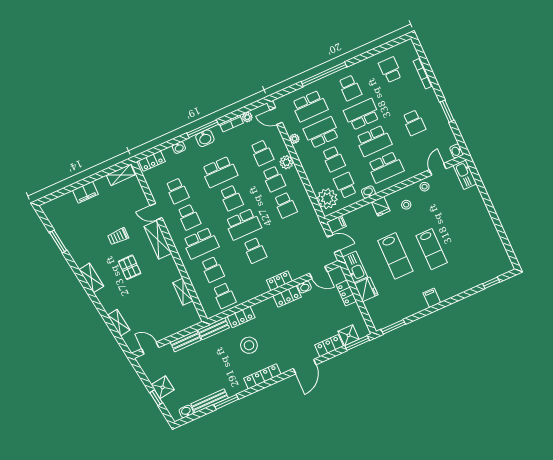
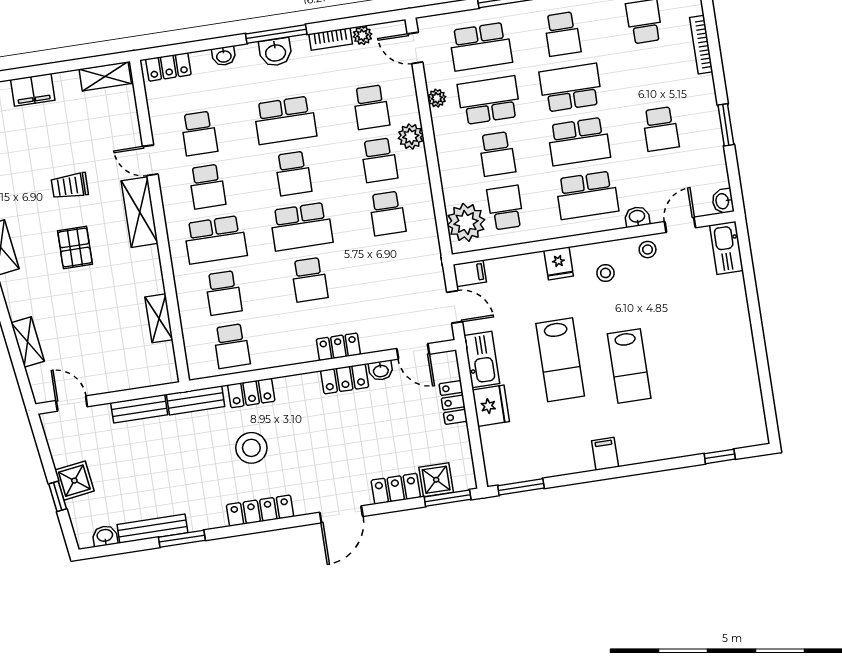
washbasin: (368, 192) -> (637, 217), moved

